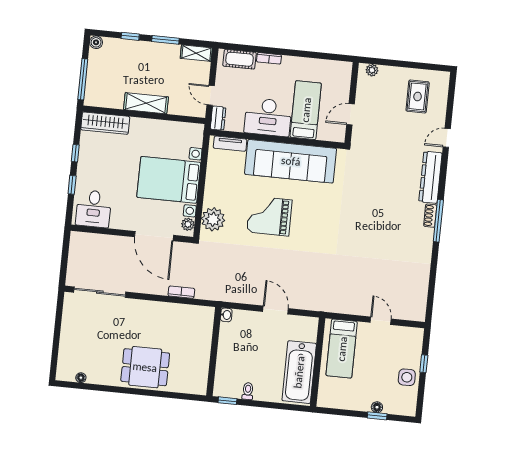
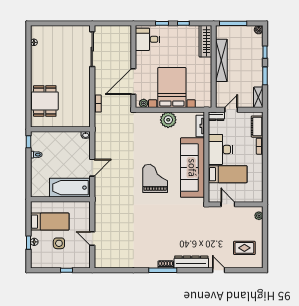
shelving: (146, 103) -> (221, 60), width x1.47
grand piano: (269, 216) -> (155, 178), moved
plant: (213, 219) -> (168, 120), moved
door: (381, 321) -> (92, 239), swing flipped
bed: (342, 349) -> (50, 222), moved, turned 180
dining table: (145, 367) -> (45, 101), moved
bathtub: (299, 372) -> (70, 188), moved
side table: (407, 377) -> (59, 243), moved

